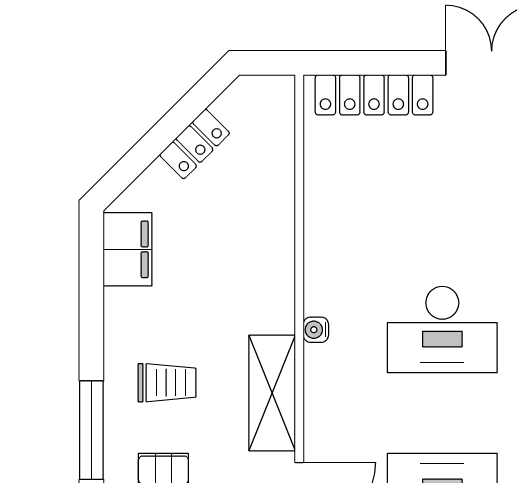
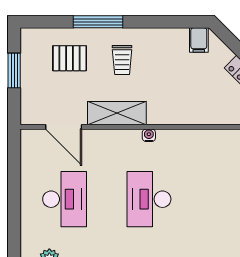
filing cabinet: (128, 249) -> (199, 40), width x0.50

